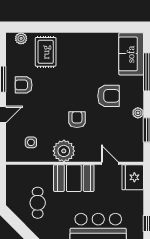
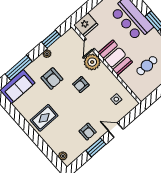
rug: (46, 52) -> (44, 118), moved
armchair: (109, 96) -> (52, 79), turned 180
plant: (64, 151) -> (92, 62), moved

